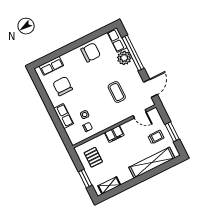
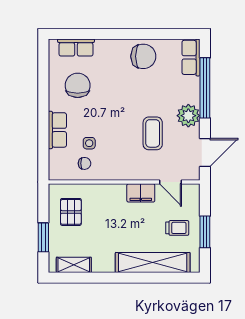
plant: (124, 58) -> (188, 116), moved
filing cabinet: (114, 134) -> (141, 193), moved

